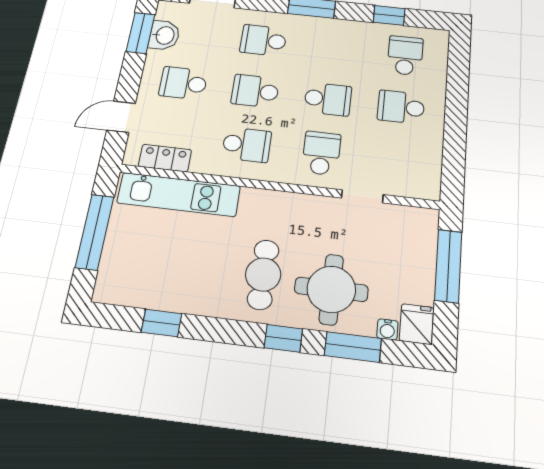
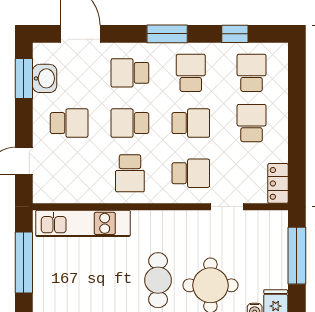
school desk: (334, 48) -> (191, 73), added
school desk: (183, 83) -> (69, 123), turned 180
school desk: (401, 107) -> (252, 123), turned 90
school desk: (247, 145) -> (130, 173), turned 90
school desk: (321, 153) -> (191, 173), turned 90
locker: (165, 158) -> (278, 183), moved, turned -90

